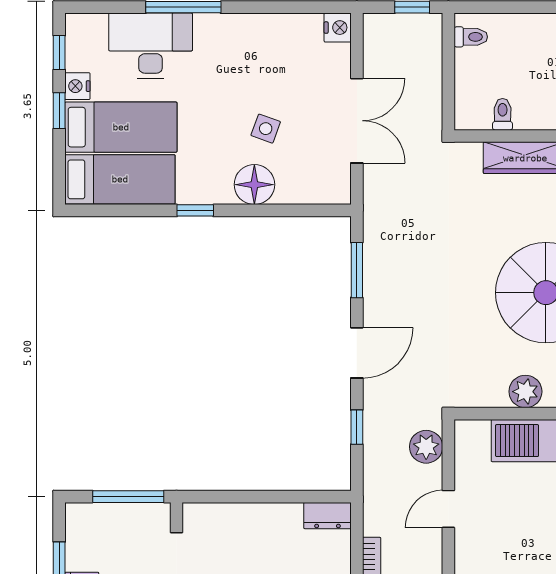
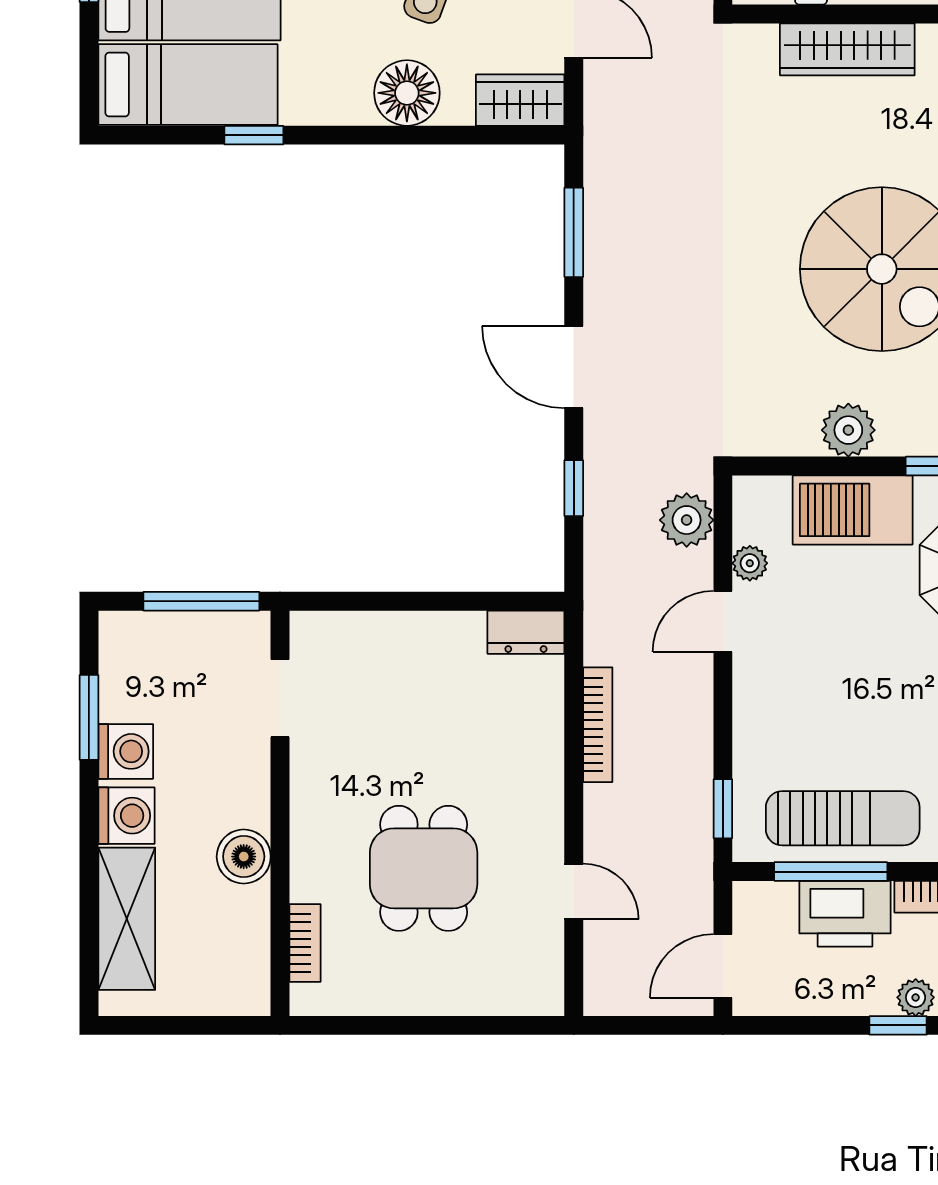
wardrobe: (324, 189) -> (520, 100), added
window: (195, 210) -> (254, 135), moved
door: (357, 353) -> (574, 367), swing flipped
plant: (465, 473) -> (750, 563), added

